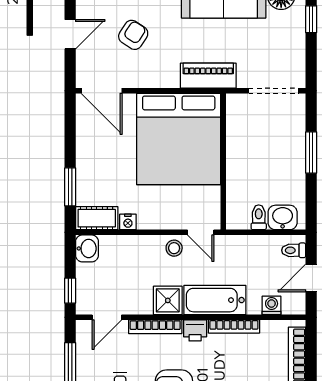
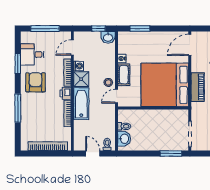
piano: (208, 76) -> (198, 87), moved
window: (311, 153) -> (171, 153), moved
cot: (97, 218) -> (124, 75), moved
window: (70, 291) -> (99, 29), moved
washing machine: (272, 305) -> (79, 66), moved
door: (107, 317) -> (72, 48), hinge flipped

